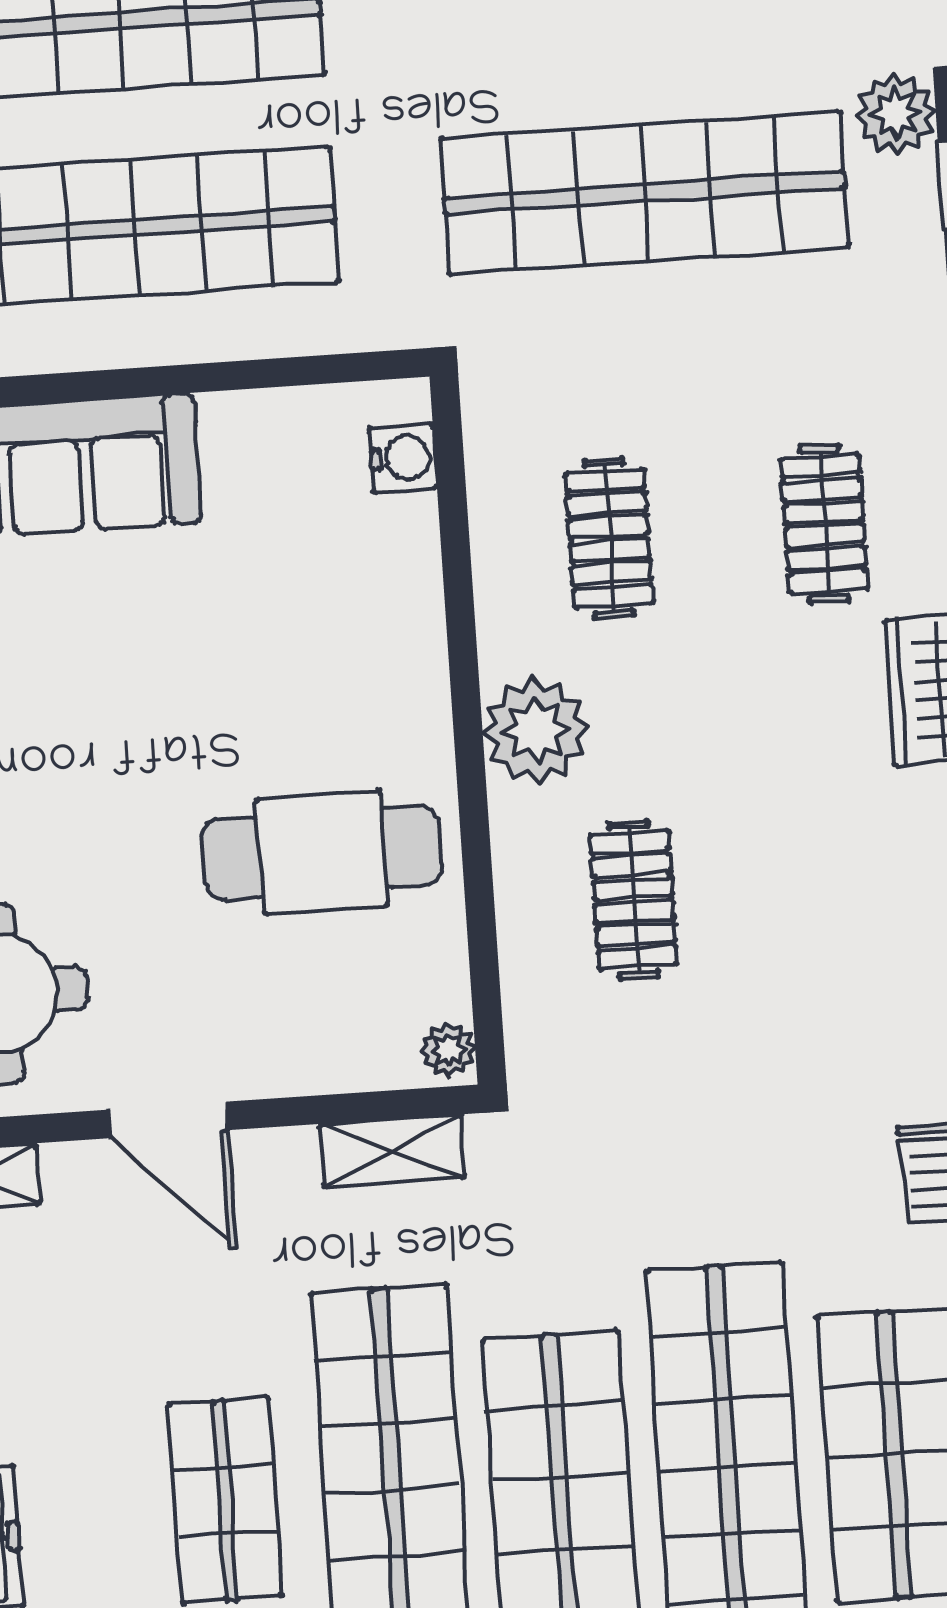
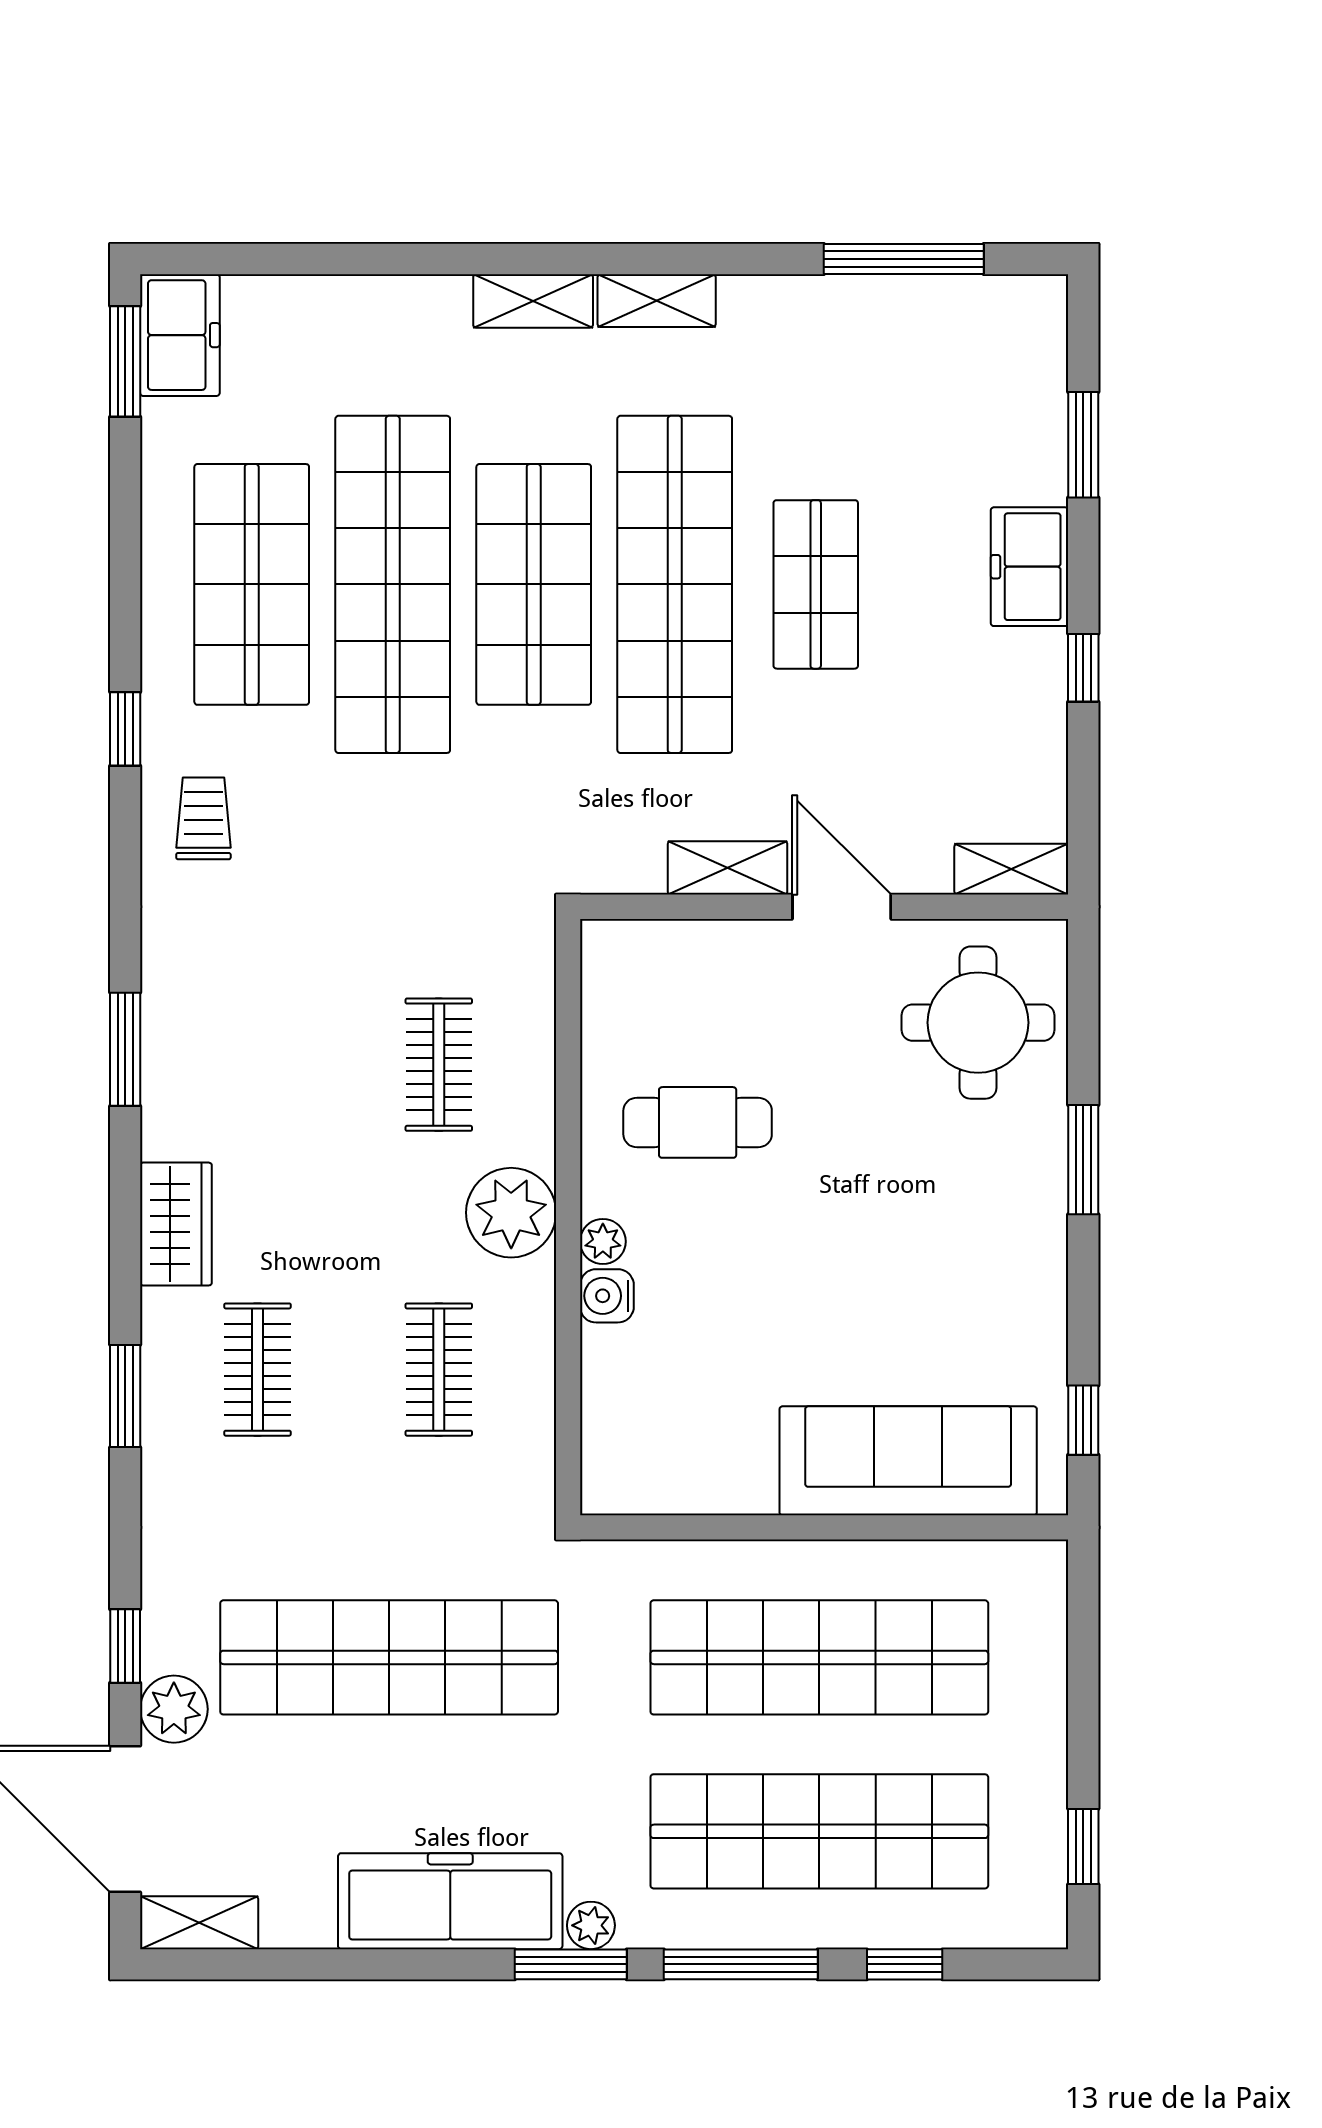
water cooler: (403, 458) -> (607, 1296), moved
cafe table: (322, 852) -> (698, 1122), width x0.73, depth x0.74
plant: (448, 1050) -> (603, 1241), moved
shelving: (392, 1151) -> (728, 868), moved

